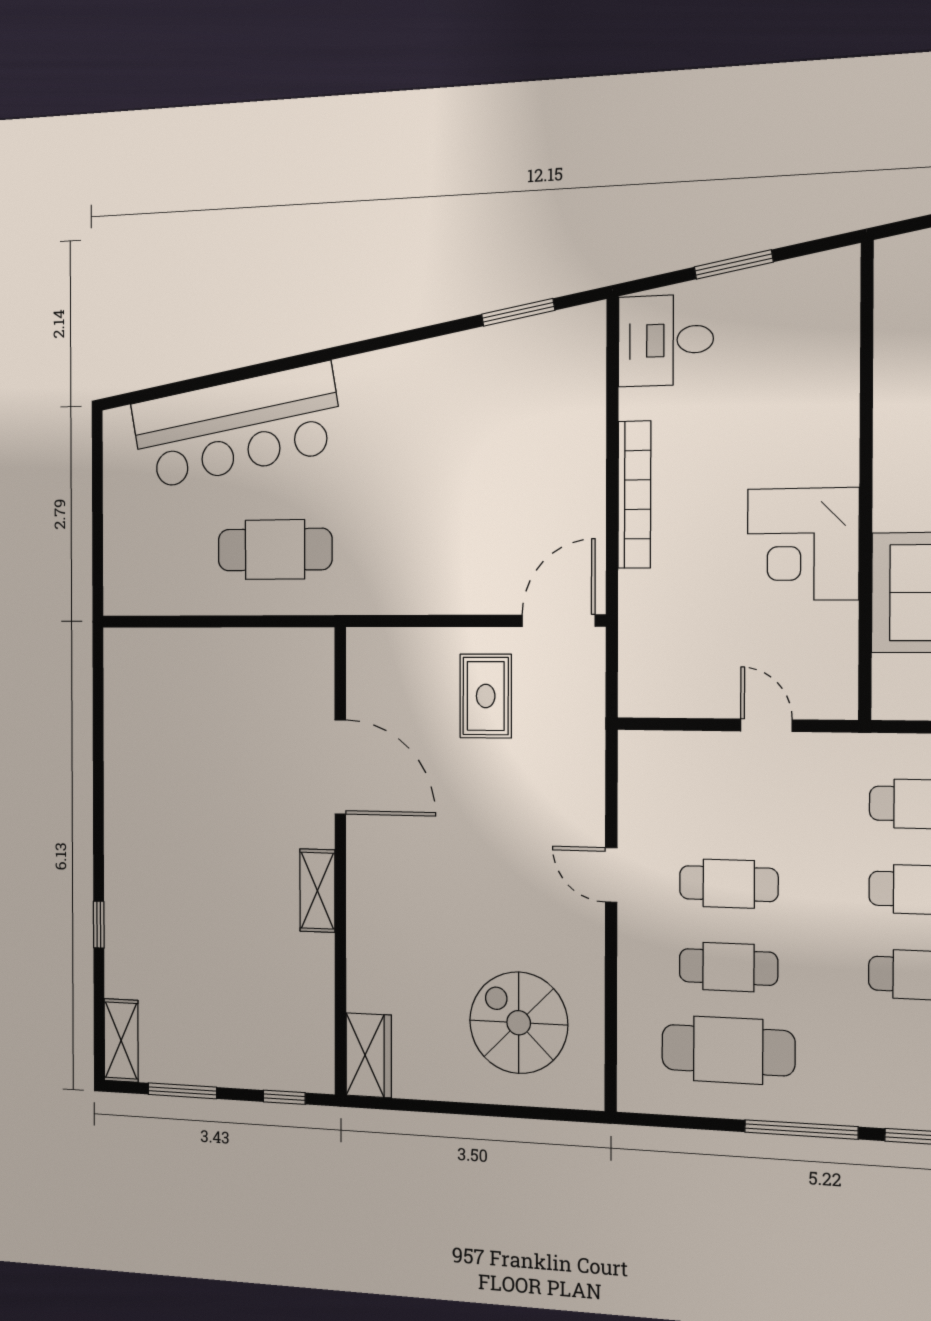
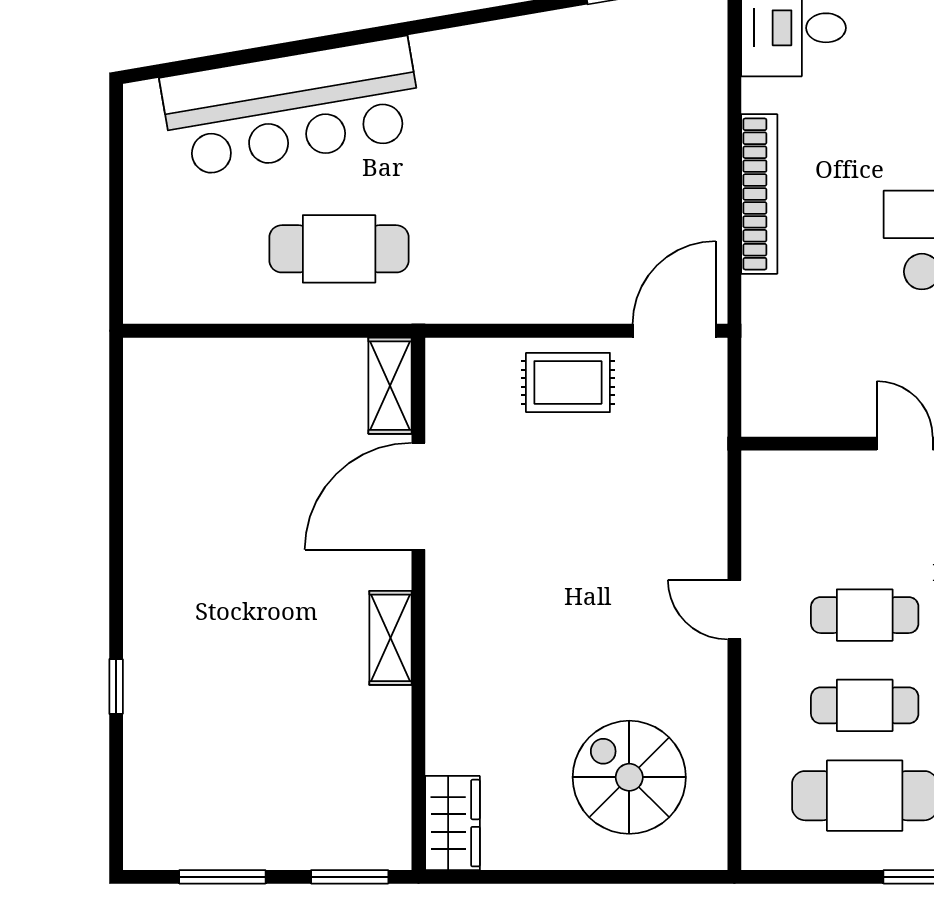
rug: (486, 696) -> (568, 382), moved, turned 90
door: (340, 767) -> (418, 496), swing flipped
shelving: (121, 1040) -> (390, 386), moved
window: (284, 1097) -> (350, 877), width x1.50

